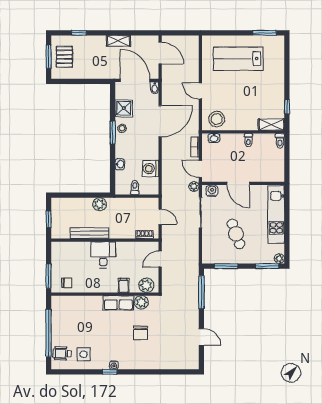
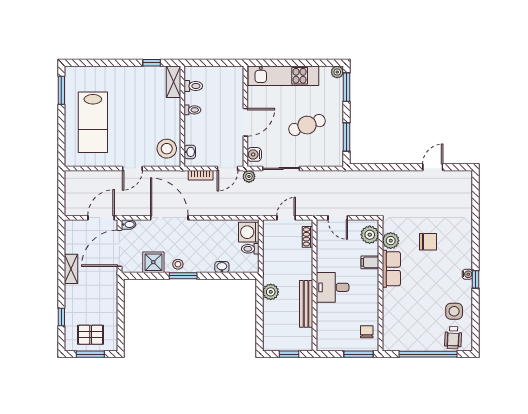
door: (160, 53) -> (101, 218), moved
toilet: (280, 141) -> (193, 86), moved
washing machine: (150, 169) -> (249, 232), moved, turned 90
window: (201, 292) -> (378, 167), removed

